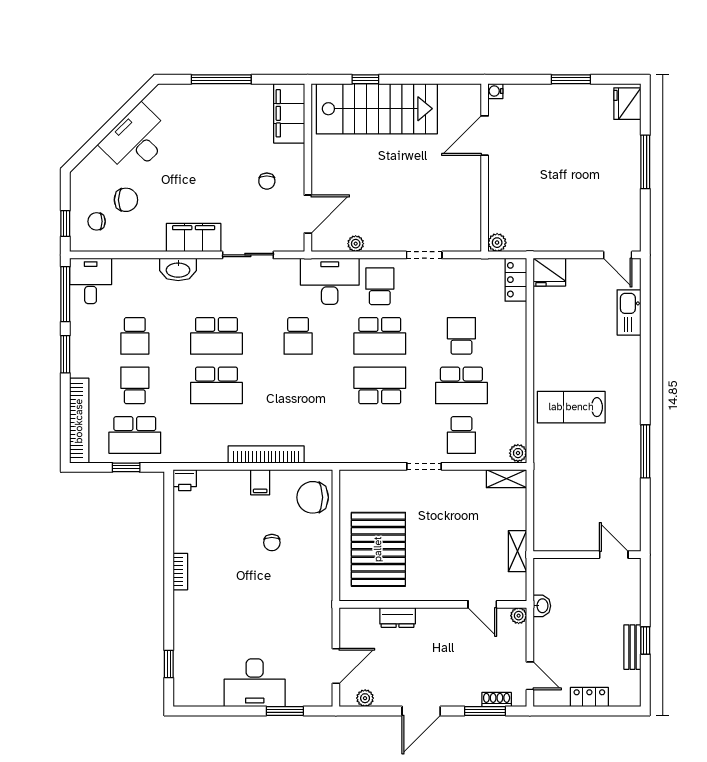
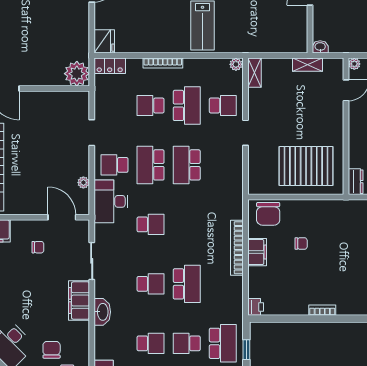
plant: (497, 243) -> (77, 74), width x1.88, depth x1.88
school desk: (216, 336) -> (151, 284), width x0.54
school desk: (380, 336) -> (151, 165), turned 180
bookcase: (520, 353) -> (163, 63), added
filing cabinet: (260, 482) -> (257, 252), width x2.00
washbasin: (542, 606) -> (320, 47), moved
dresser: (398, 618) -> (356, 182), moved

